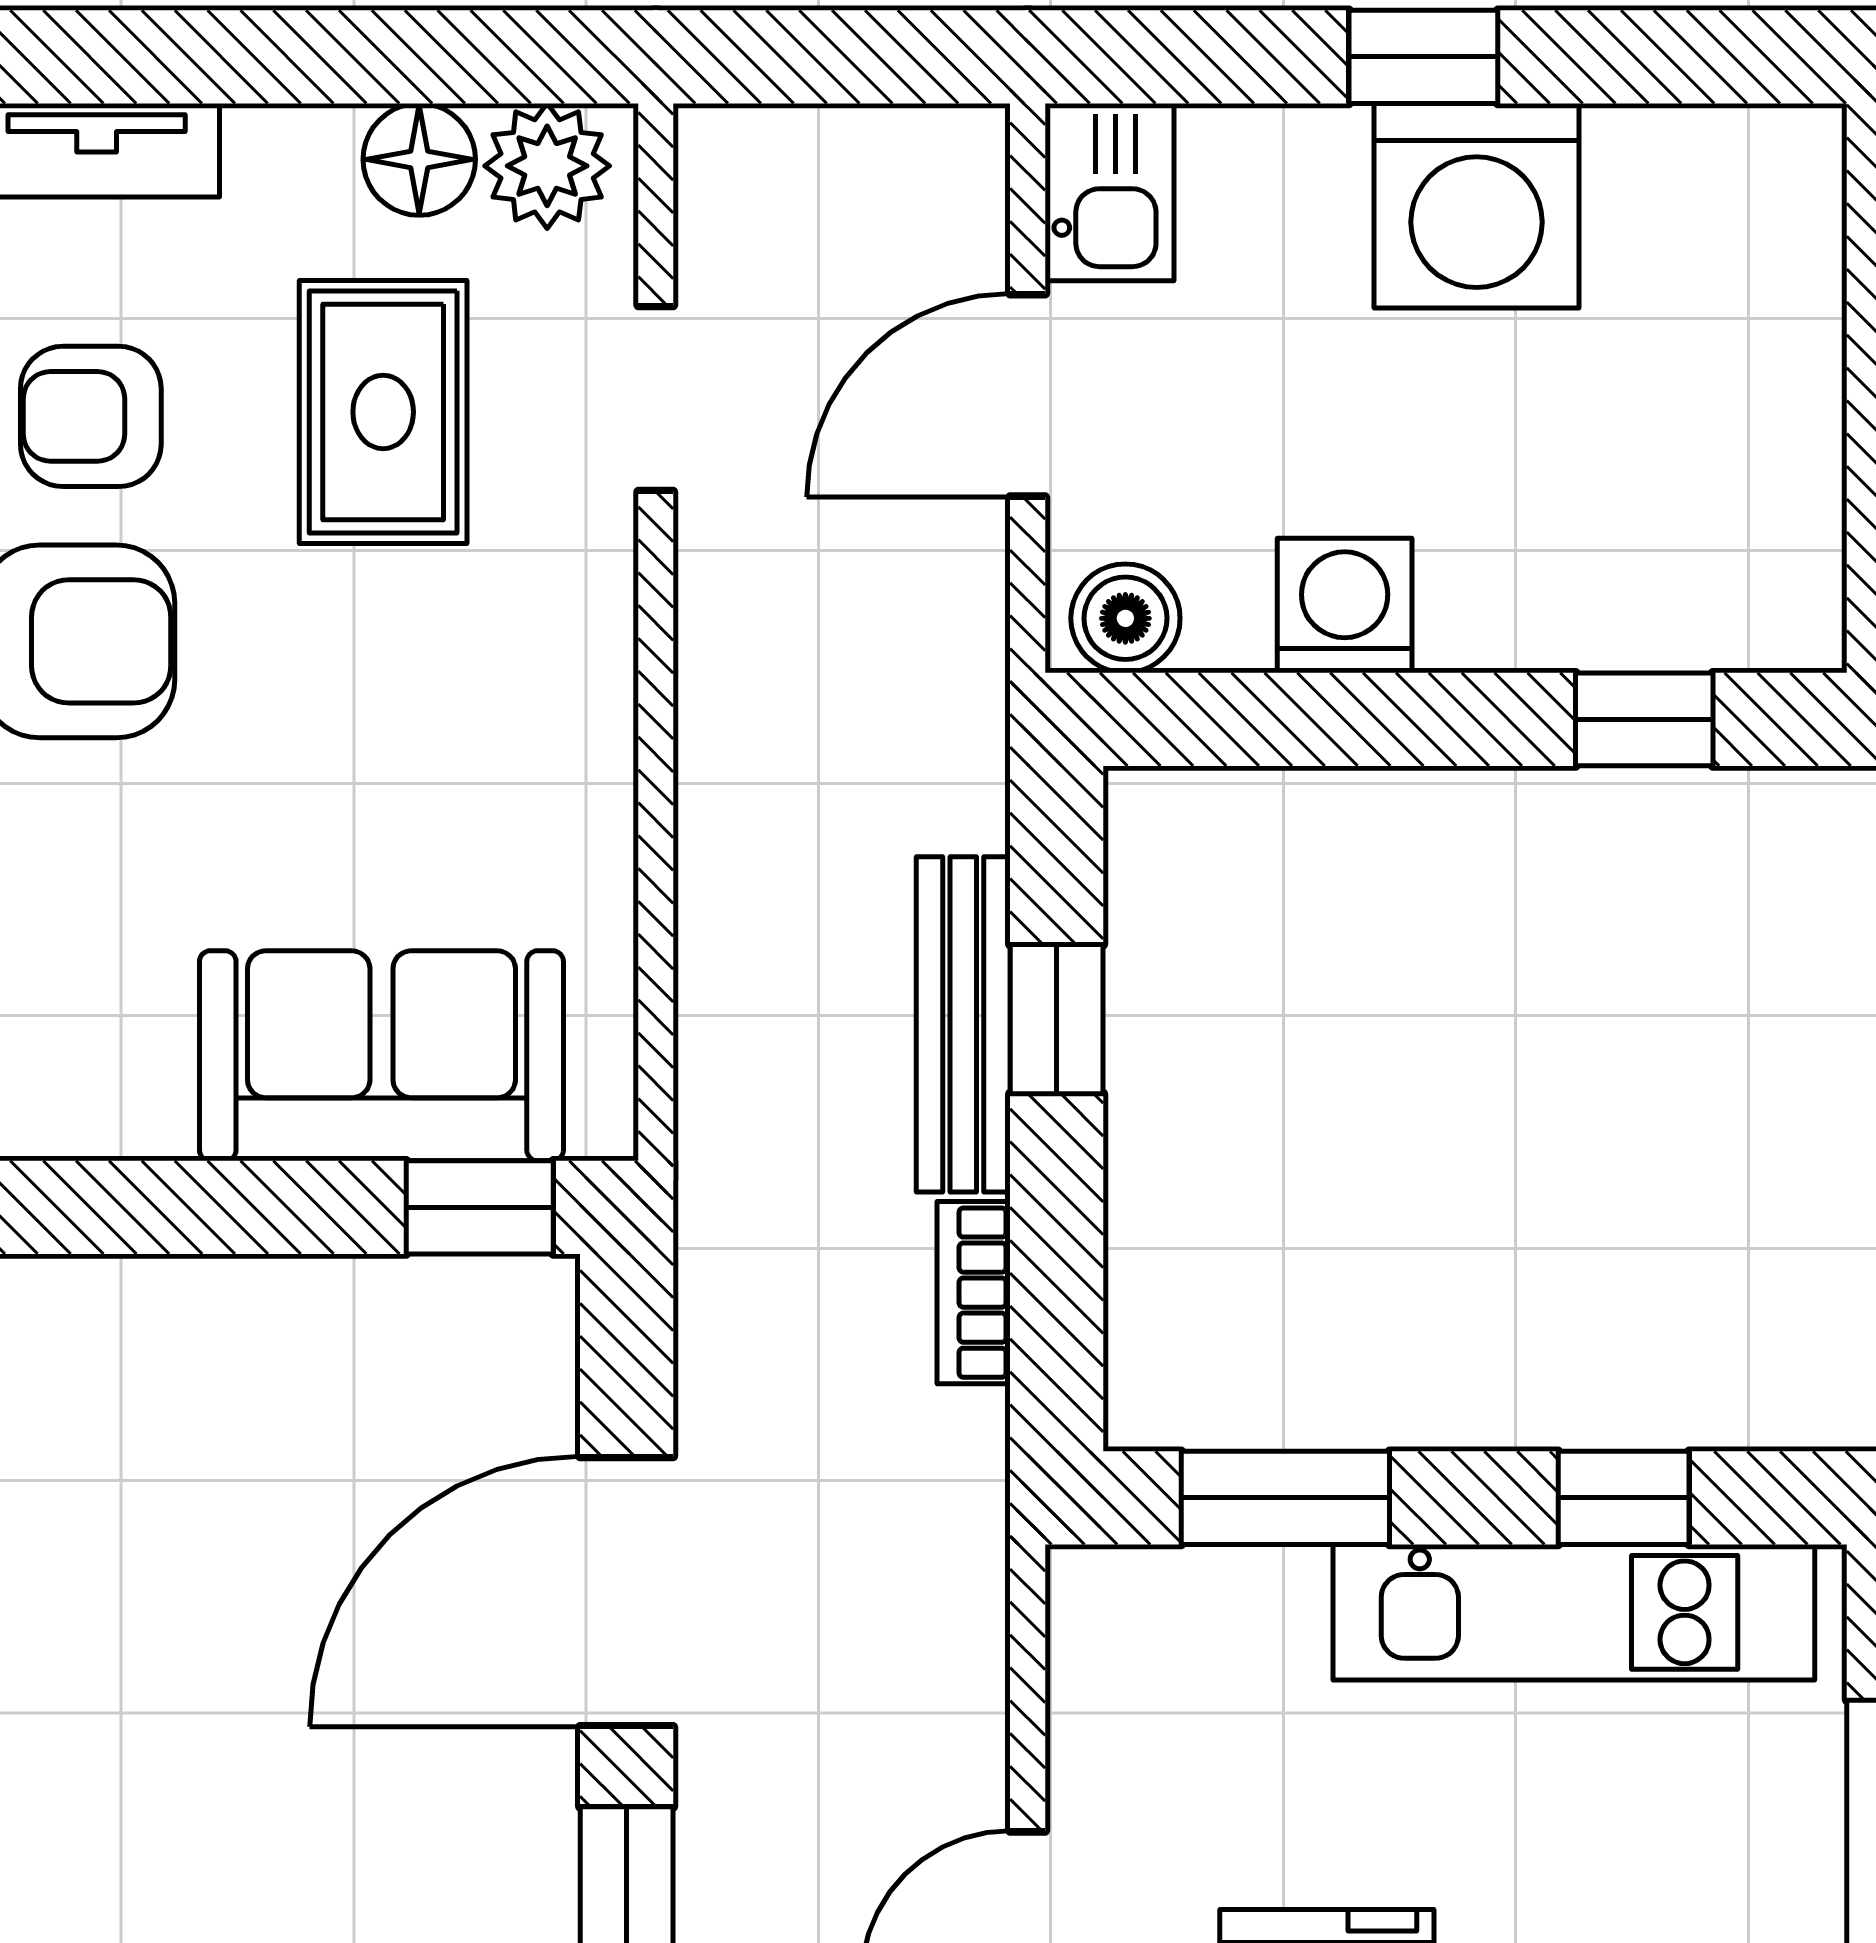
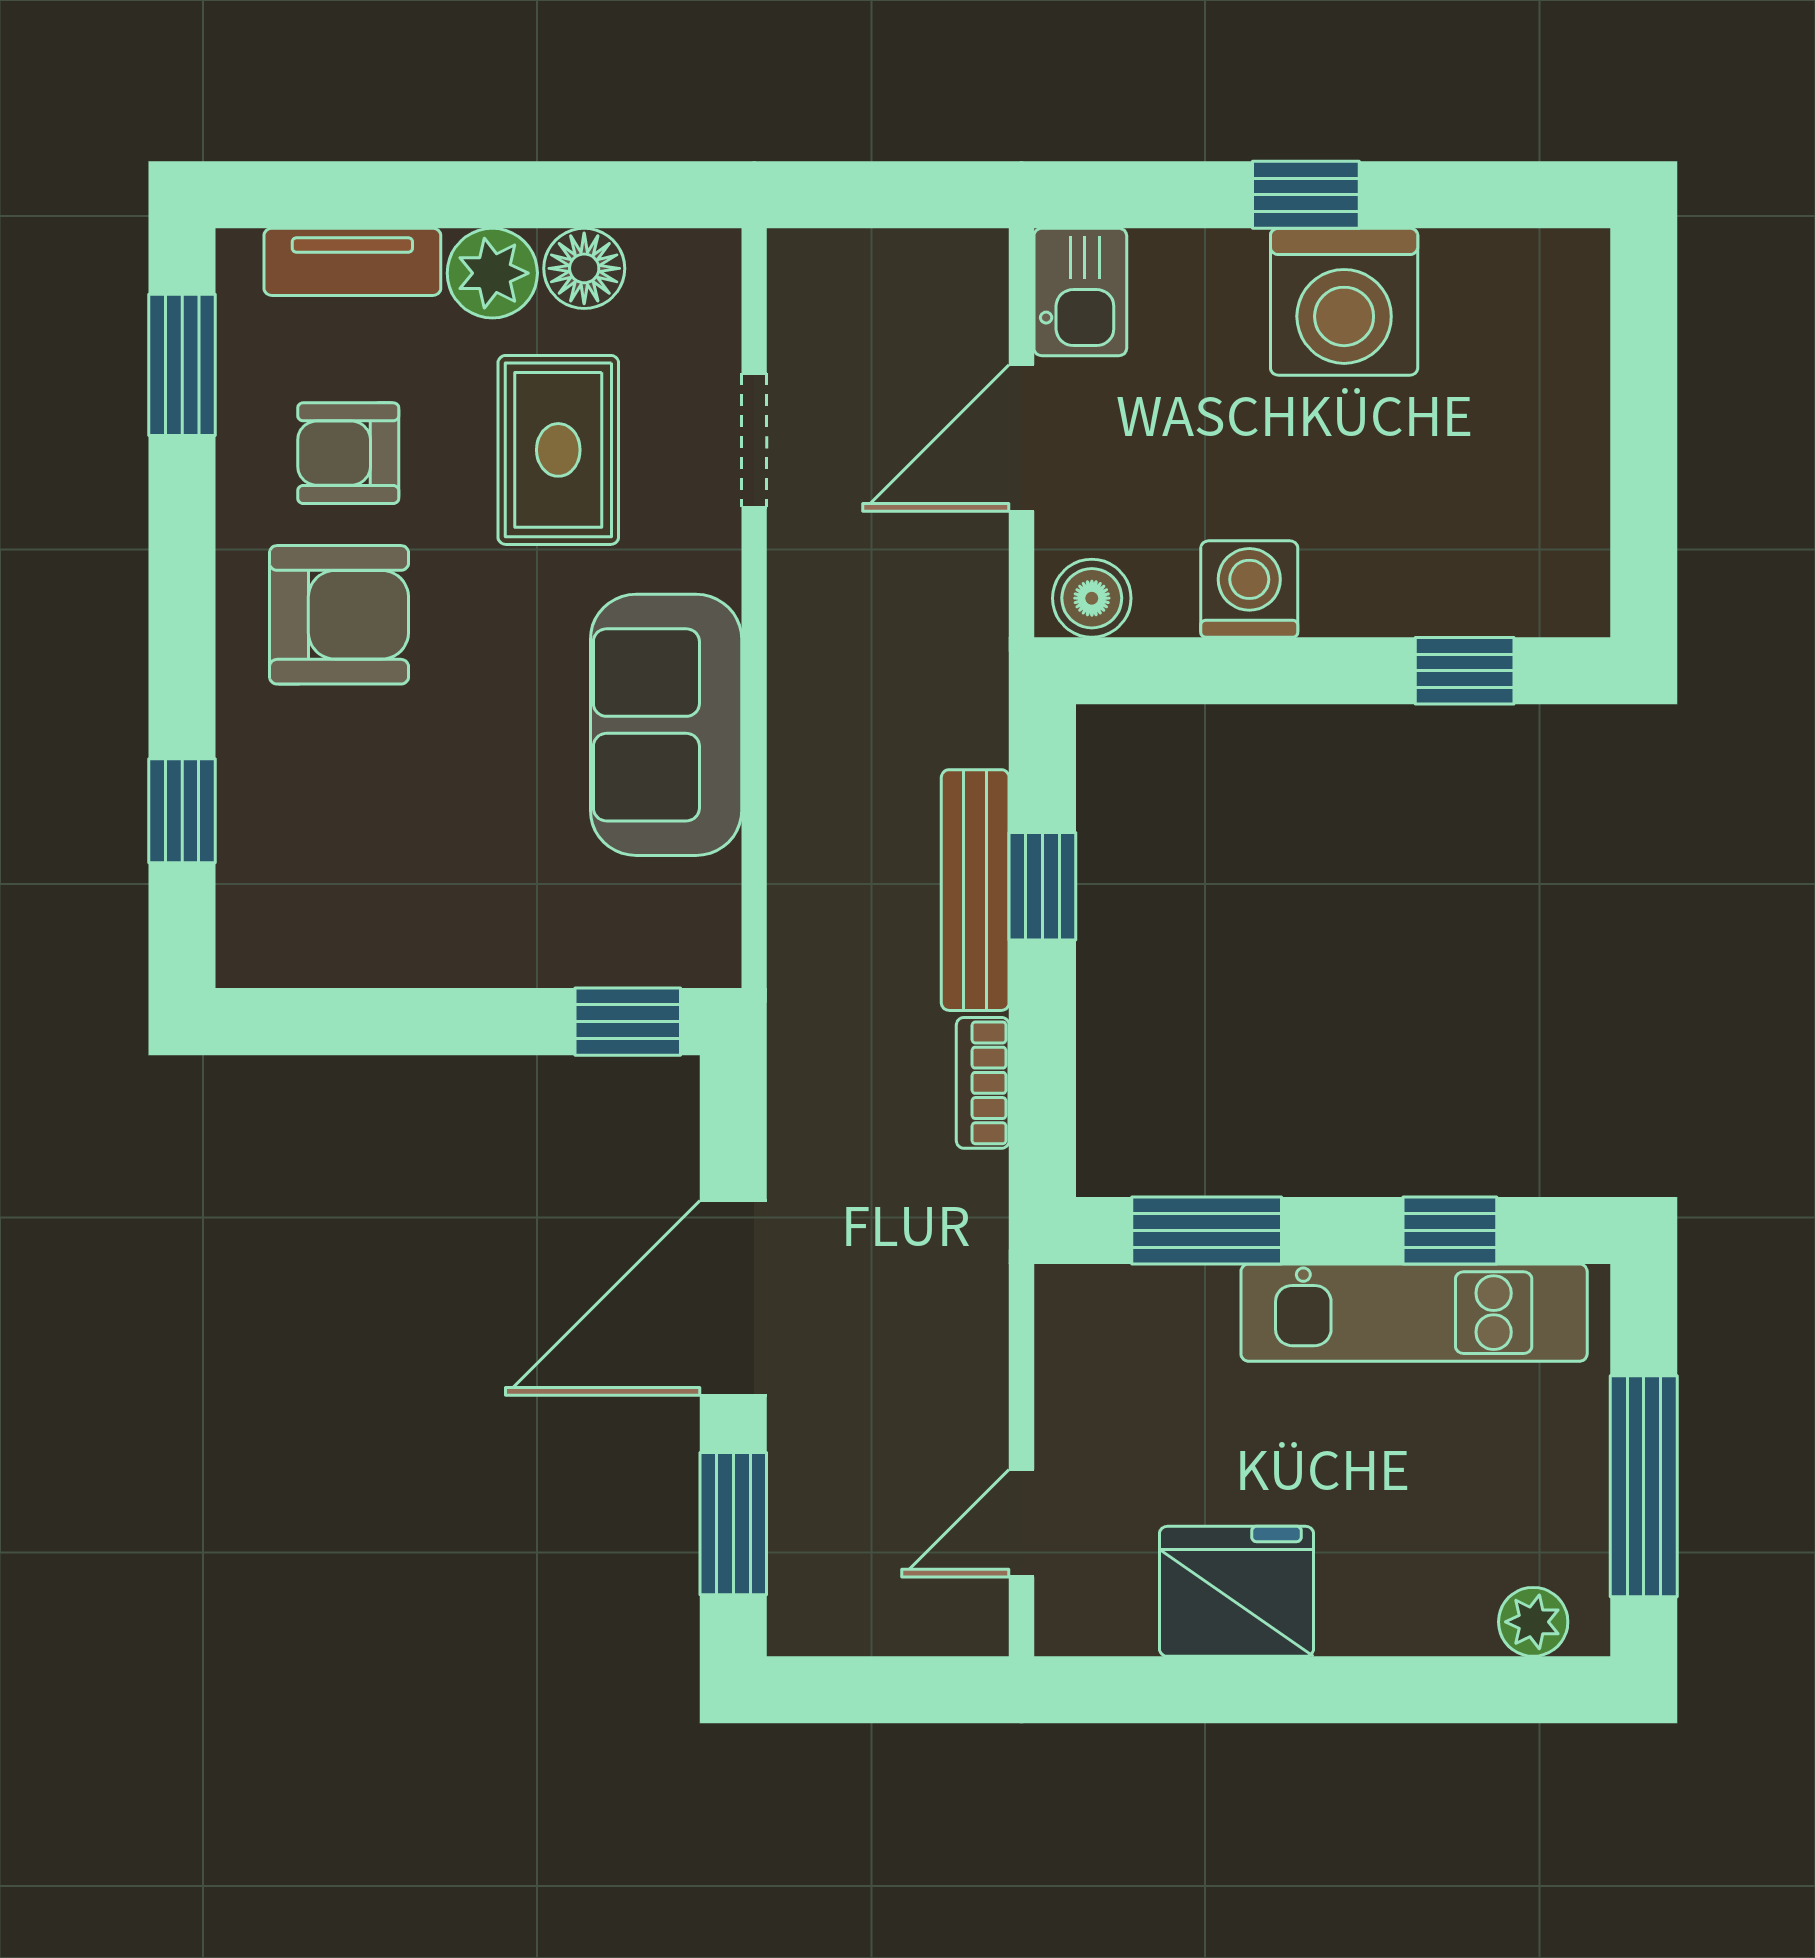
plant: (547, 166) -> (492, 273), moved
sofa: (381, 1056) -> (666, 725), moved, turned -90

